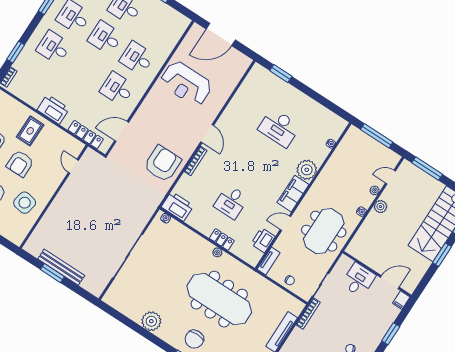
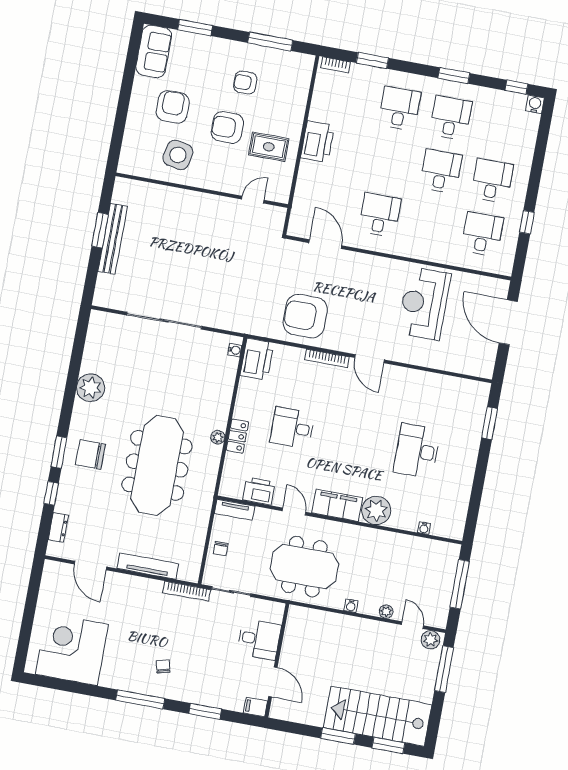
desk: (137, 58) -> (482, 234), moved
rug: (30, 131) -> (269, 147), moved
door: (207, 134) -> (370, 359), hinge flipped
locker: (86, 135) -> (302, 198), removed
armchair: (162, 164) -> (305, 316), turned 180
plant: (380, 207) -> (431, 640), moved

